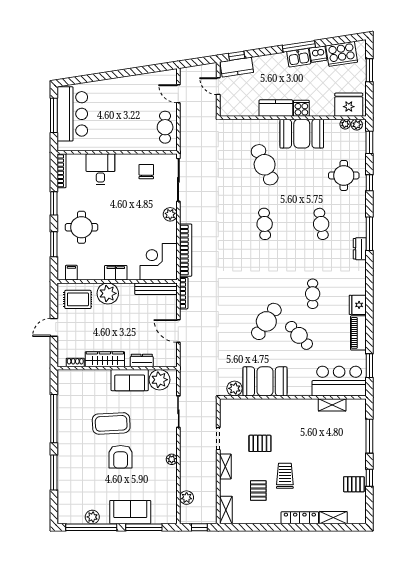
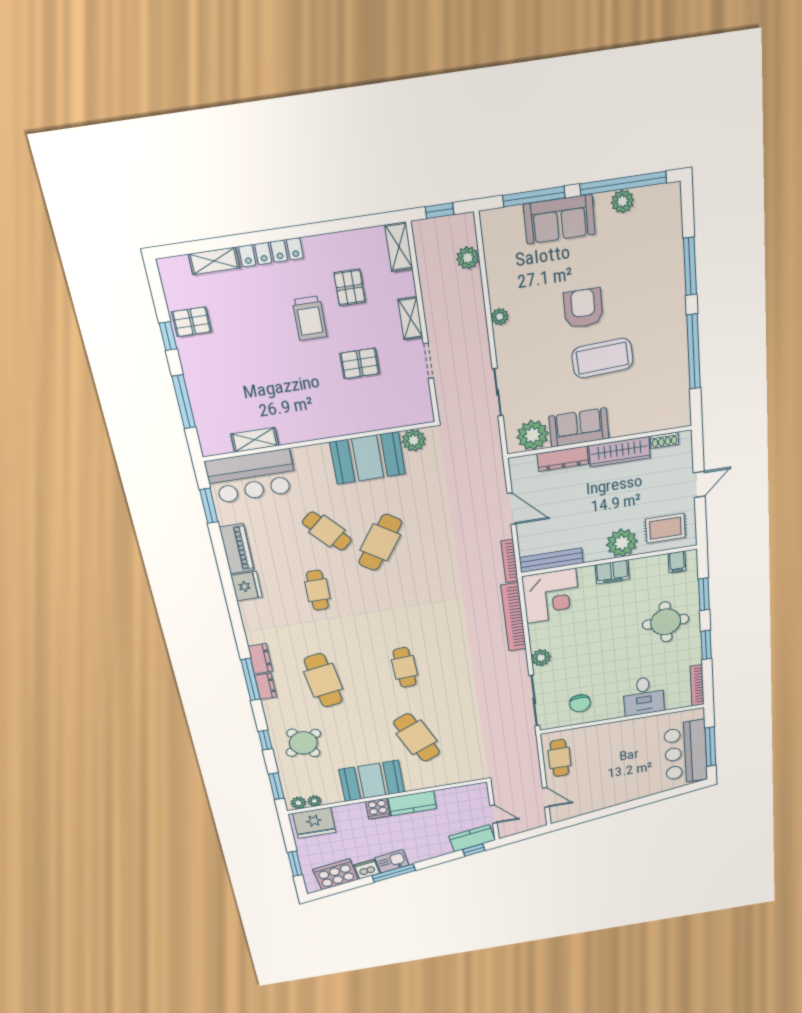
round table: (344, 175) -> (303, 743), turned -33
cafe table: (321, 224) -> (323, 680), width x1.37, depth x1.35
dresser: (360, 227) -> (266, 686), added
dresser: (142, 360) -> (563, 459), width x1.44

